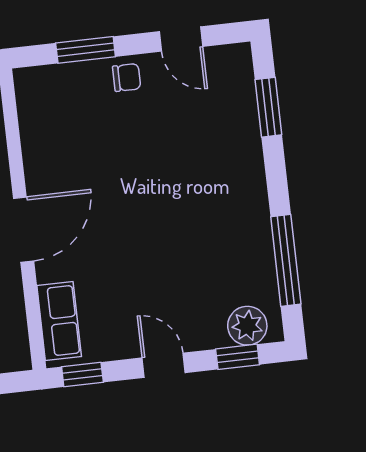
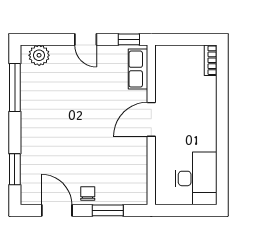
door: (181, 39) -> (57, 210), width x1.38
chair: (127, 77) -> (88, 193), turned 90
window: (238, 357) -> (46, 39), removed

